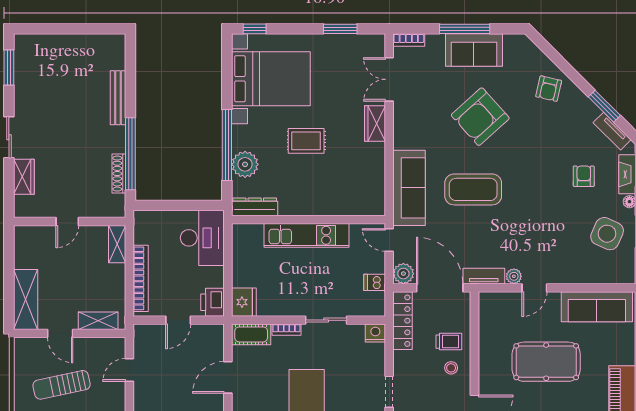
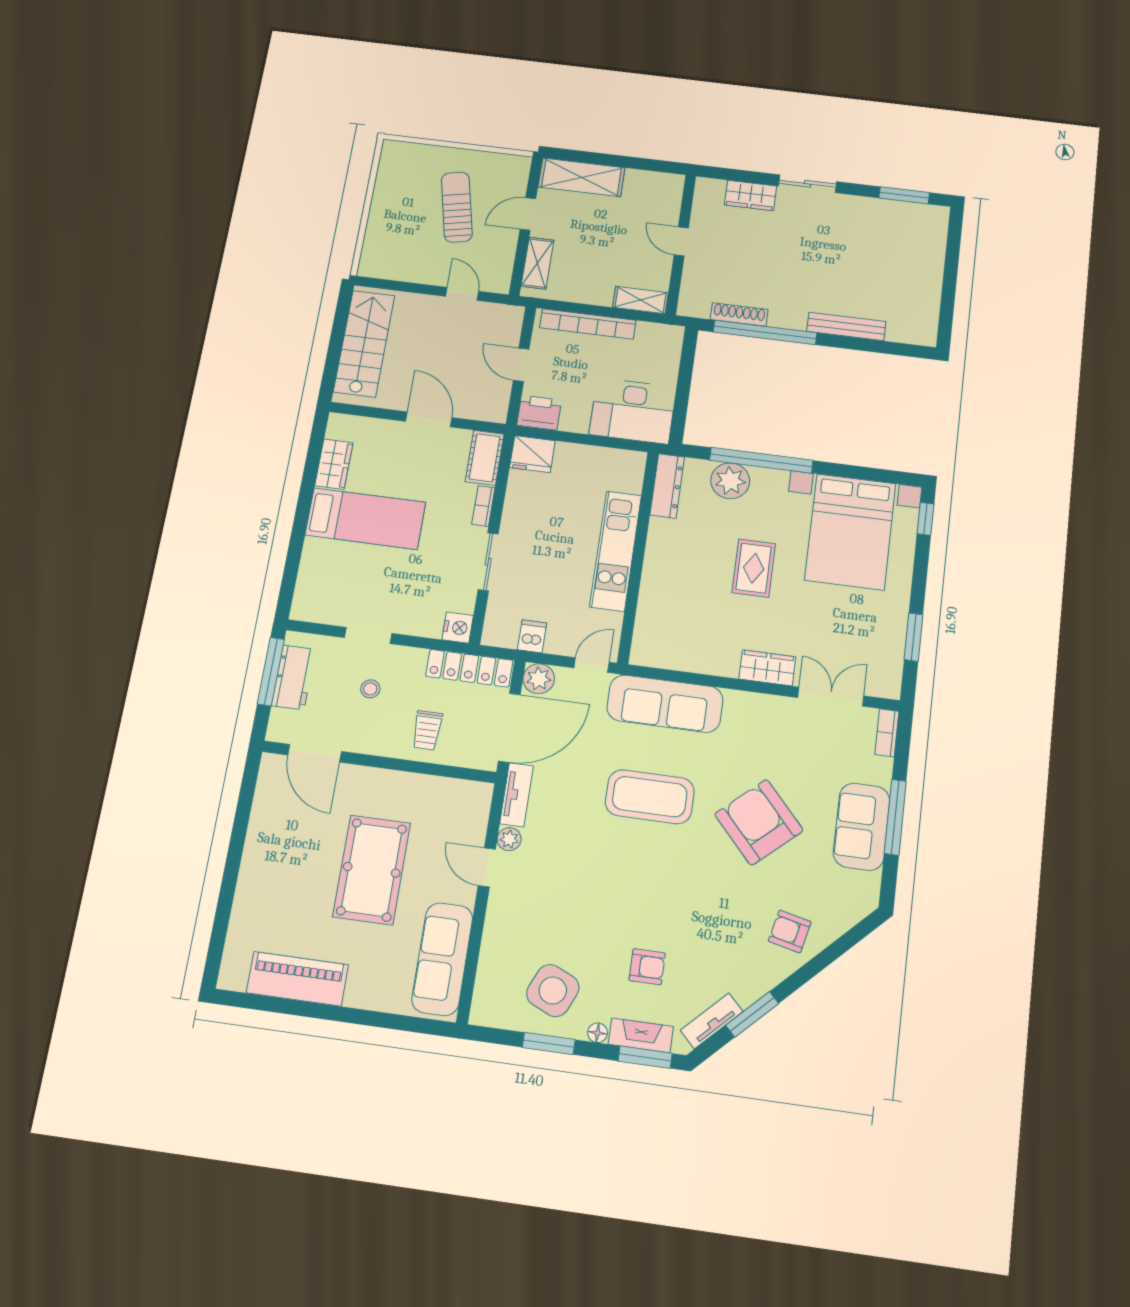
coffee table: (473, 189) -> (650, 797), turned 90
stool: (451, 368) -> (370, 689), moved

